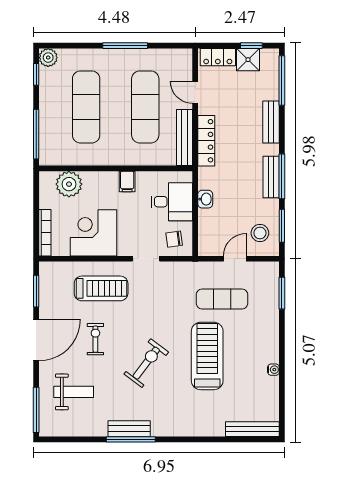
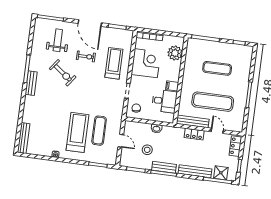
plant: (48, 58) -> (248, 51), removed
shower: (248, 60) -> (221, 173), moved
door: (195, 92) -> (217, 131), hinge flipped
exercise mat: (86, 107) -> (217, 68), width x0.73, depth x0.69
bench: (271, 122) -> (195, 171), width x1.36
locker: (206, 141) -> (194, 134), width x0.66
desk: (172, 202) -> (164, 101), moved, turned -90
stool: (260, 233) -> (147, 150), moved
treadmill: (101, 288) -> (114, 63), turned 180
treadmill: (207, 356) -> (77, 132), moved, turned -90
exercise bike: (146, 363) -> (63, 73), moved
weight bench: (74, 392) -> (58, 40), turned 180
bench: (129, 429) -> (31, 83), moved

